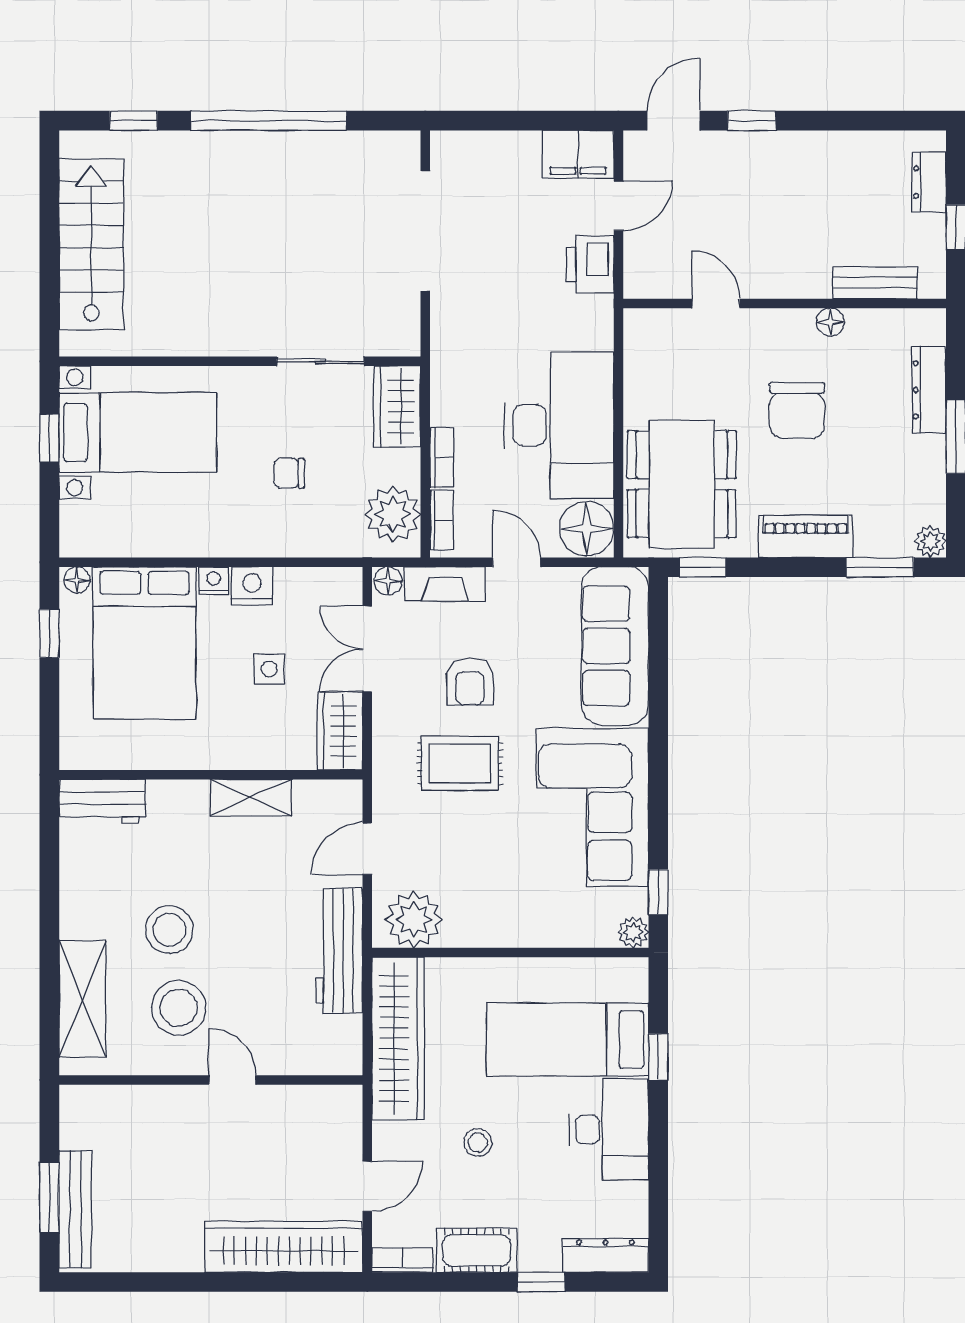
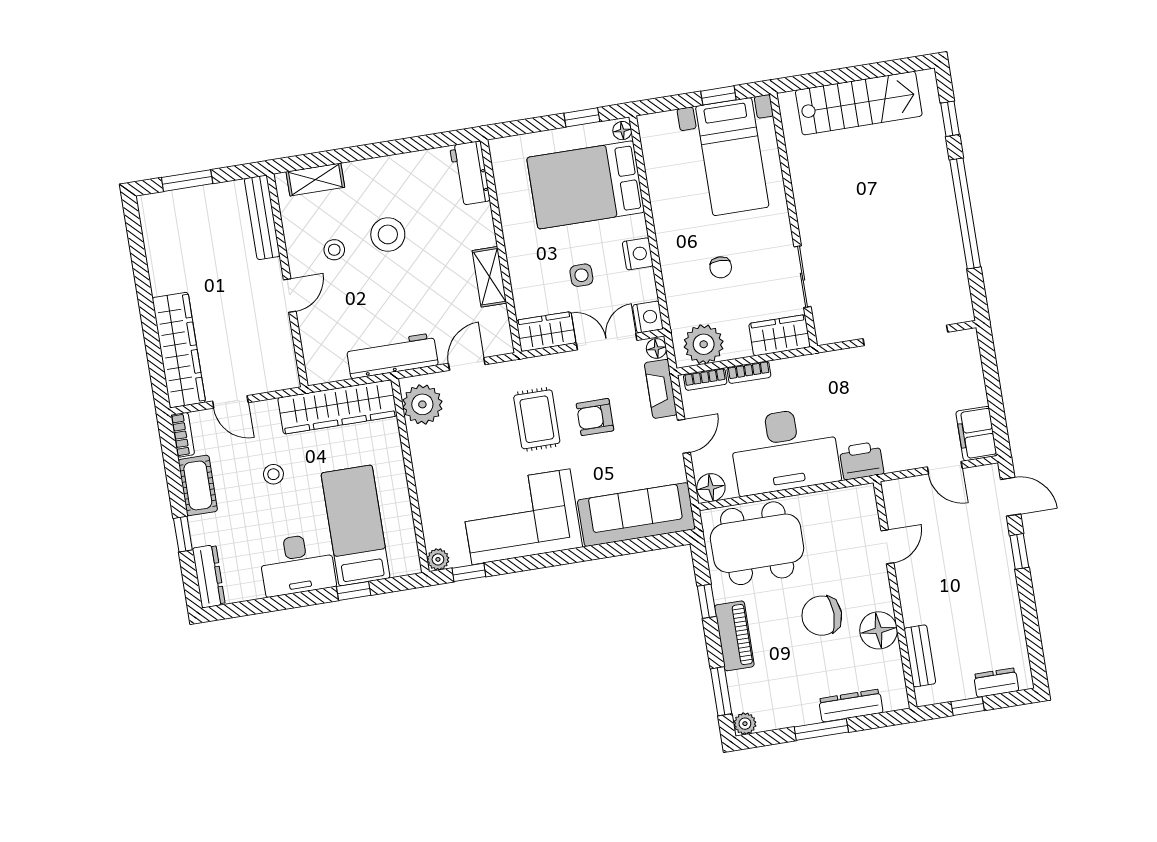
printer: (590, 264) -> (862, 461), moved
floor lamp: (830, 322) -> (879, 630), width x1.89, depth x1.89
chair: (289, 473) -> (721, 267), turned 180
floor lamp: (587, 529) -> (711, 488), width x0.73, depth x0.73
window: (703, 567) -> (707, 601), moved
nightstand: (214, 581) -> (648, 317), moved, width x1.39, depth x1.35
door: (367, 849) -> (467, 364), hinge flipped
shelving: (82, 999) -> (315, 180), width x0.67, depth x0.75
stool: (179, 1008) -> (334, 250), width x0.53, depth x0.53
bench: (75, 1209) -> (262, 217), moved, turned 90

